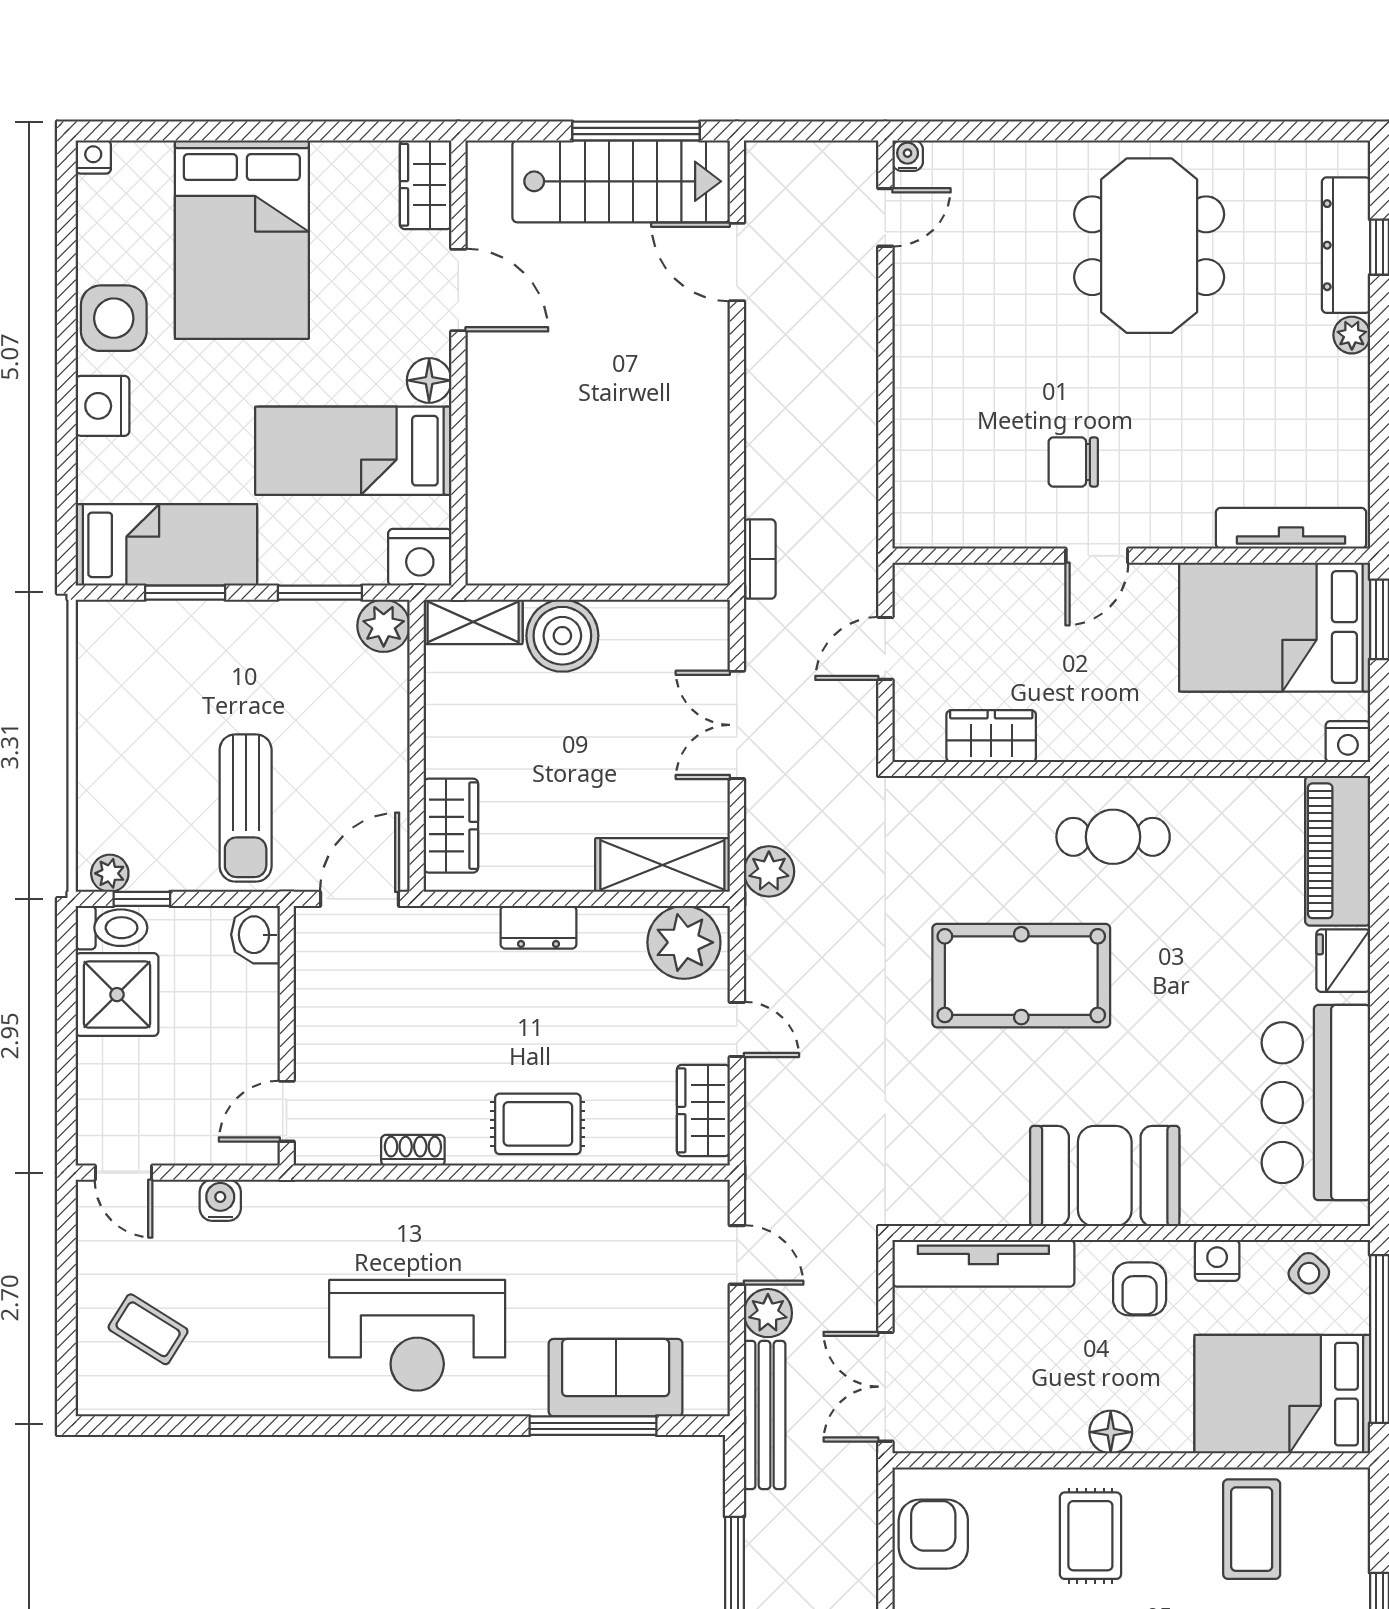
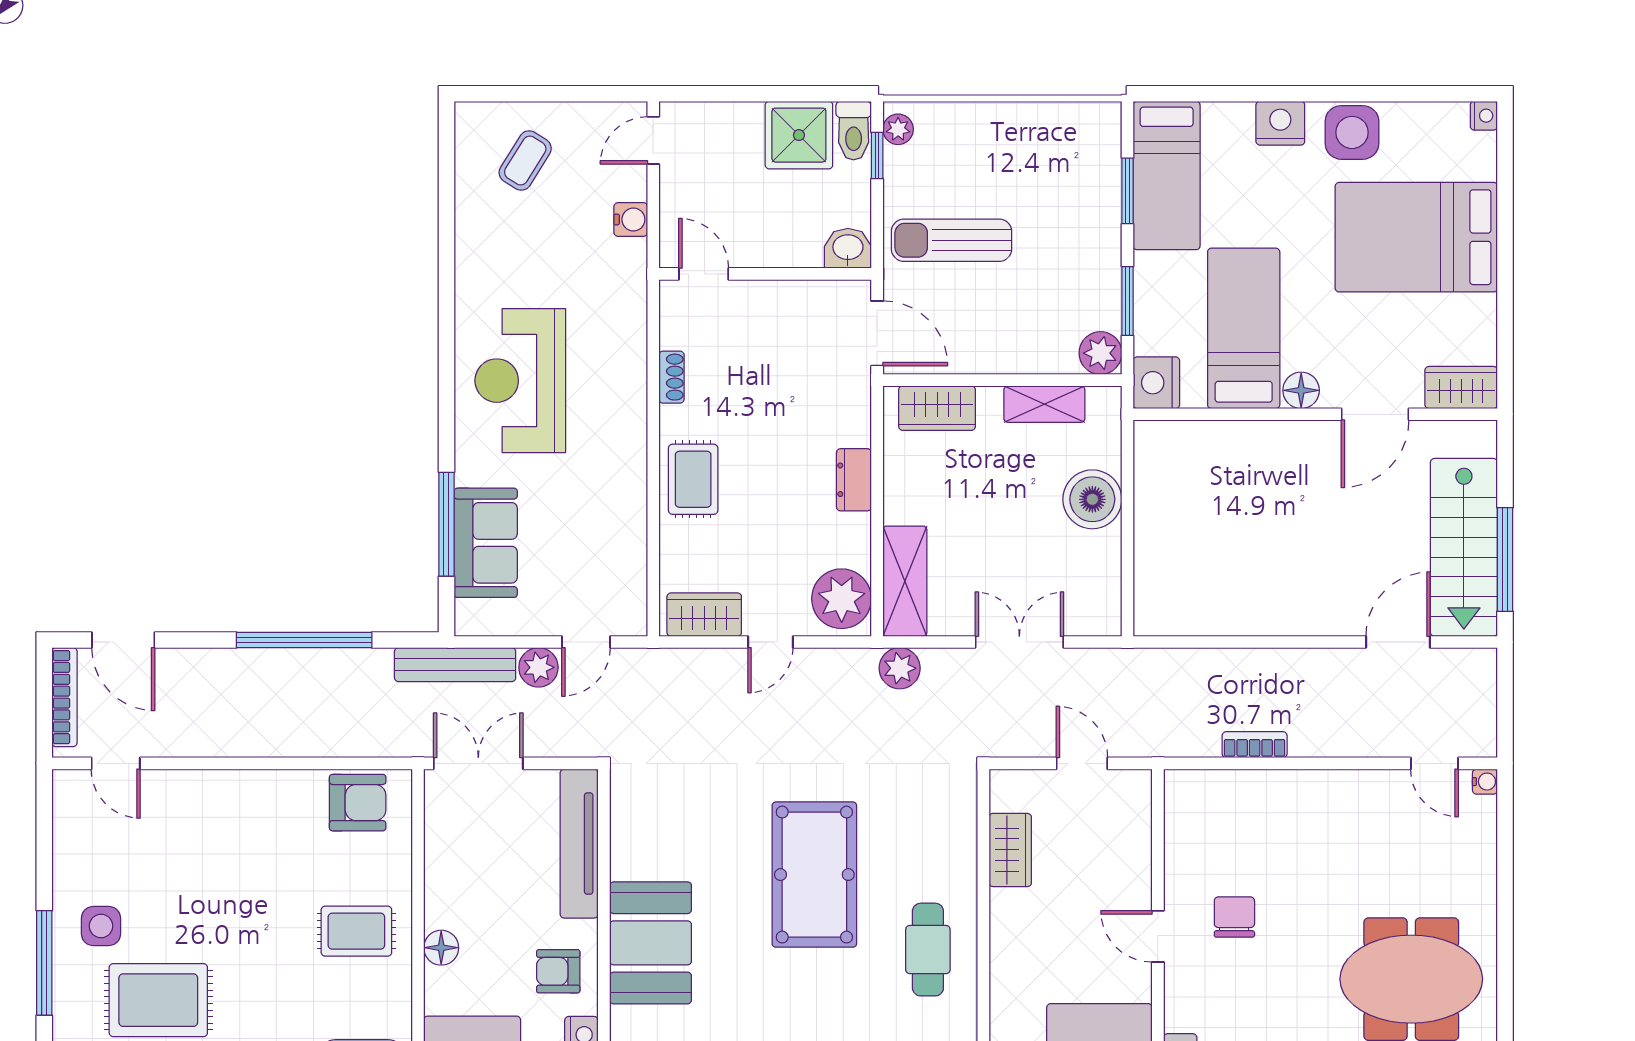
bookcase: (760, 559) -> (1255, 745), moved, turned 180
shelving: (473, 622) -> (1044, 404), moved, turned 90

